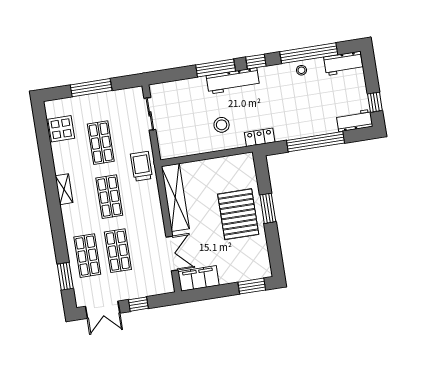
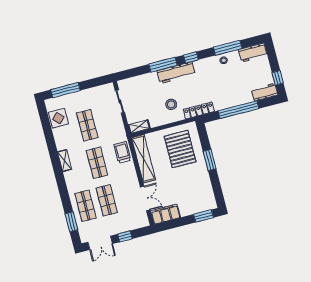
window: (309, 53) -> (228, 48), width x0.68
window: (91, 88) -> (65, 90), moved
locker: (260, 137) -> (199, 110), width x1.53
shelving: (173, 152) -> (139, 127), added
trolley: (141, 166) -> (122, 152), moved
pallet: (238, 214) -> (180, 149), moved

